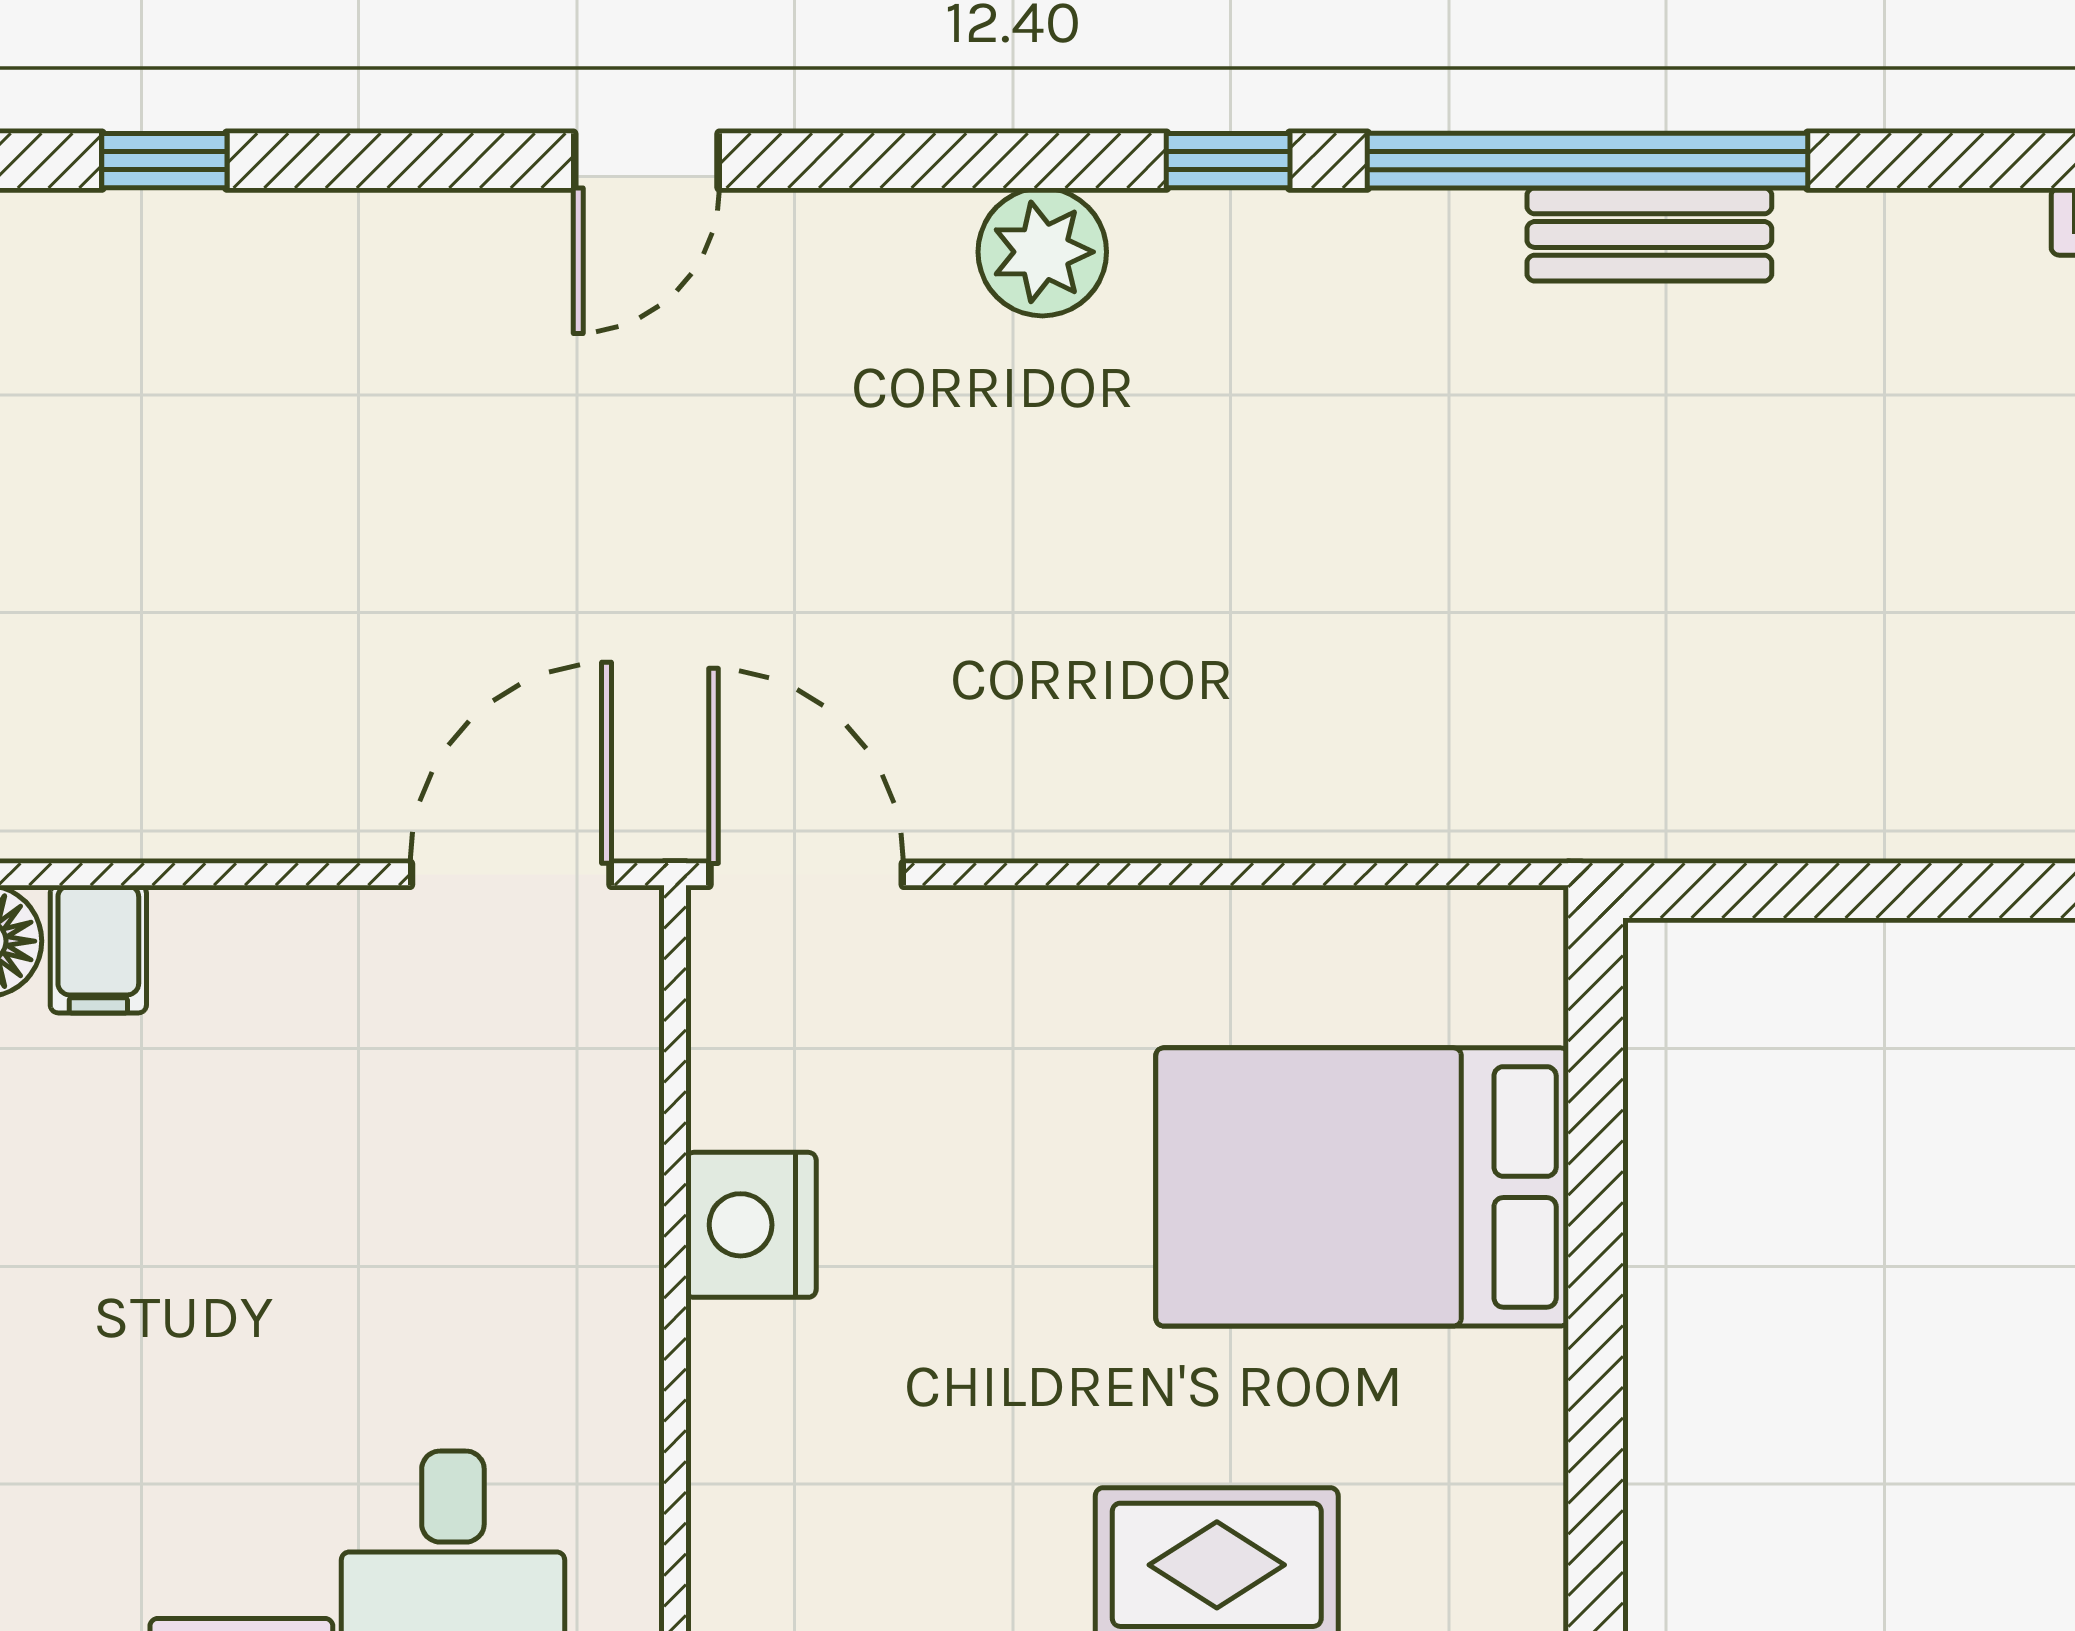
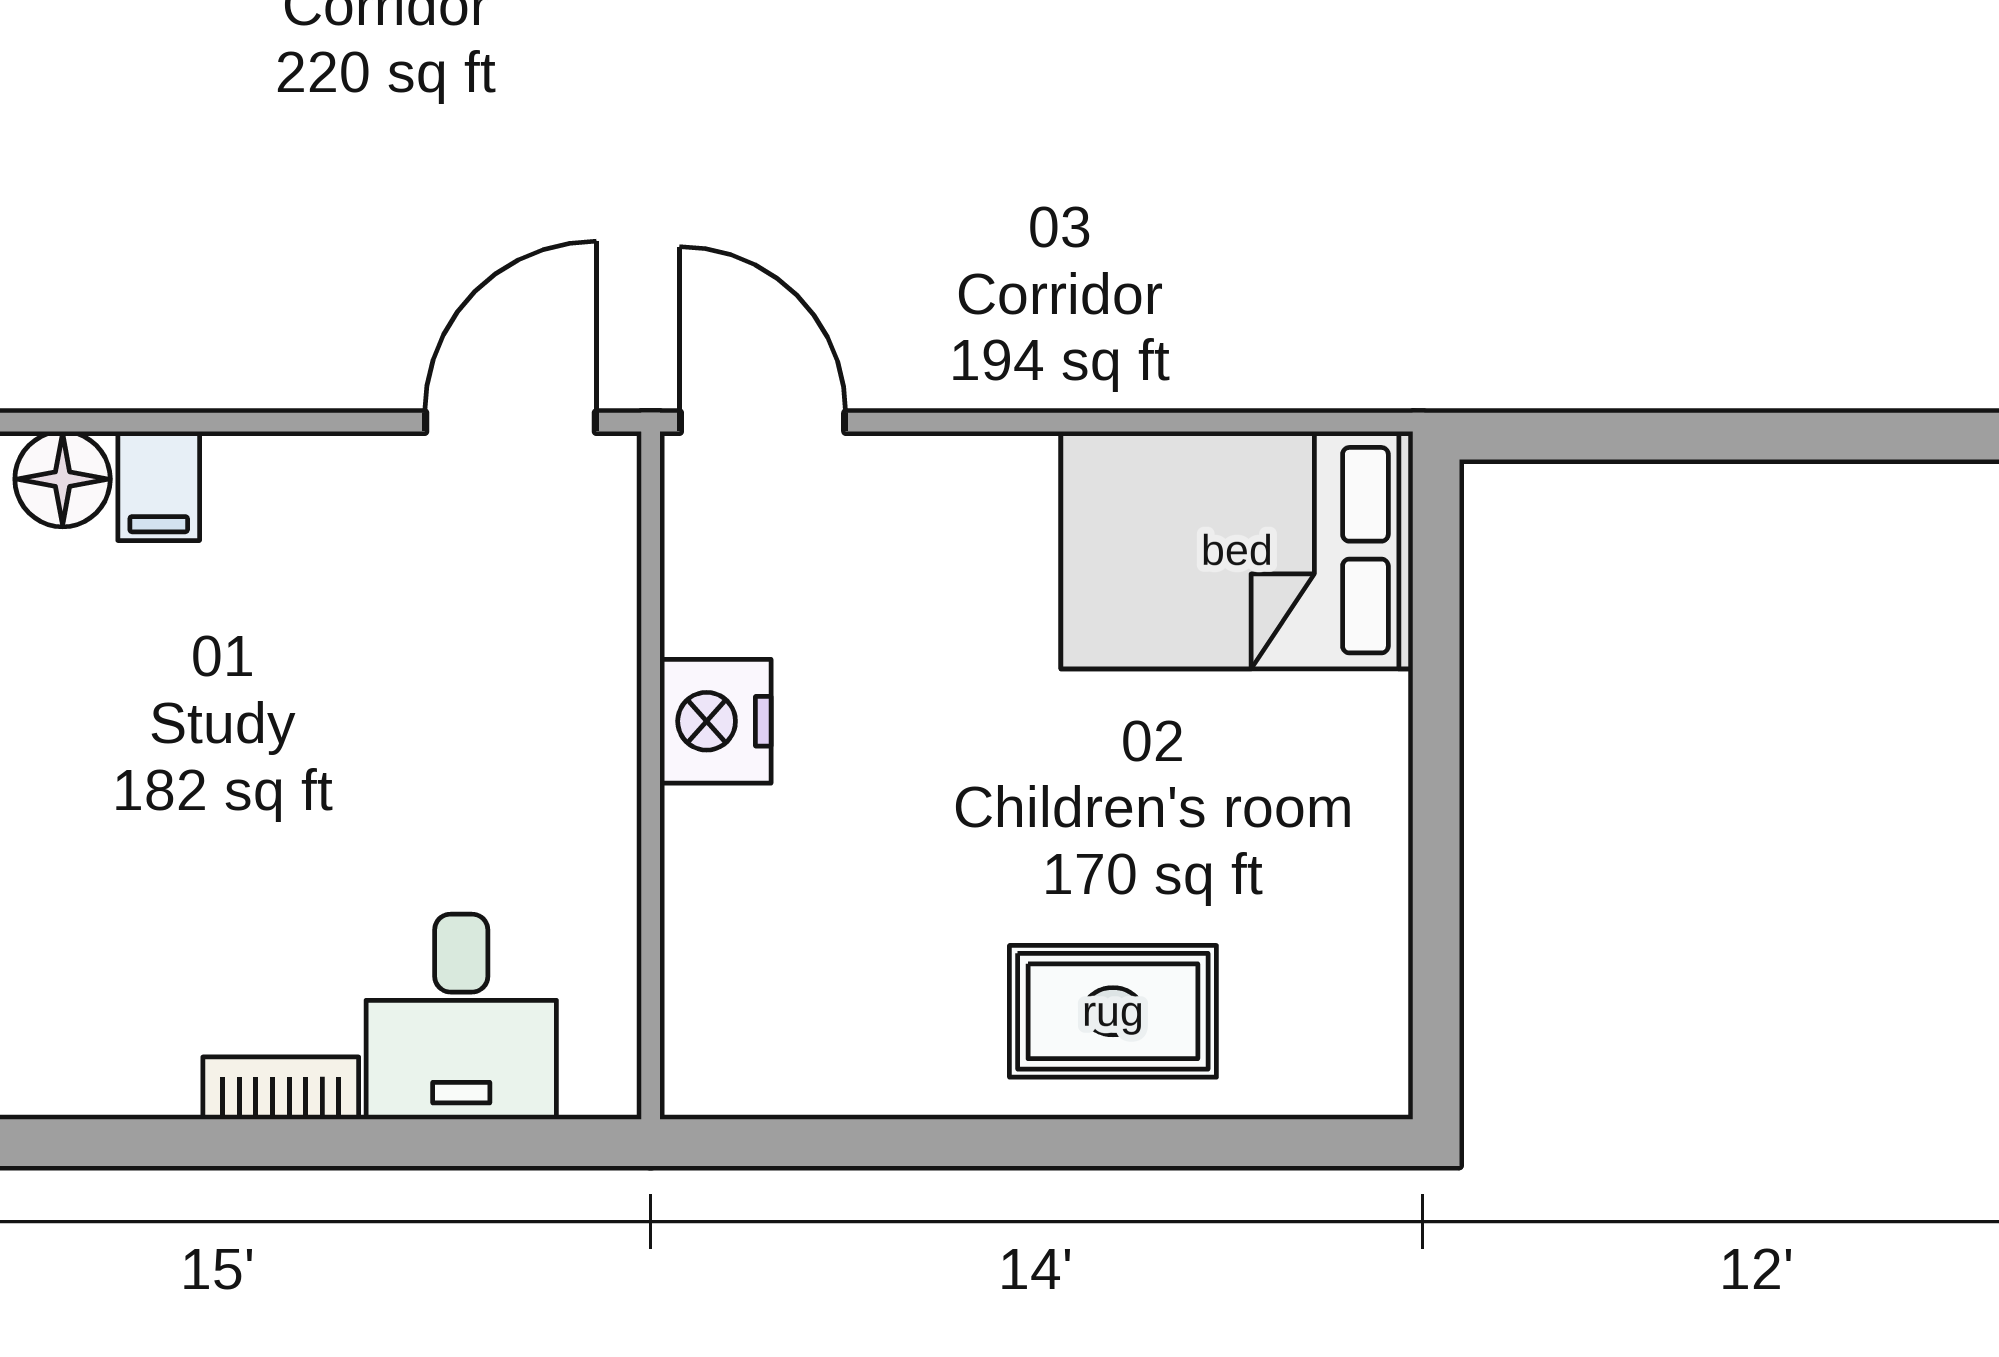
bed: (1362, 1187) -> (1237, 550), moved

